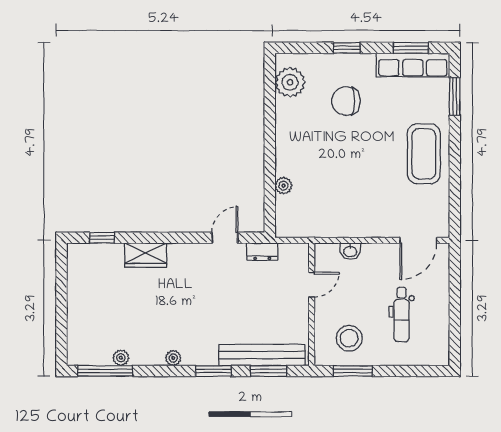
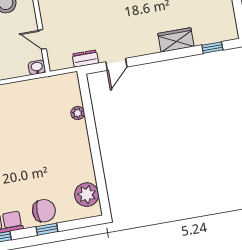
chair: (346, 101) -> (44, 211), moved
washbasin: (350, 251) -> (37, 67), moved
door: (312, 285) -> (42, 39), hinge flipped

